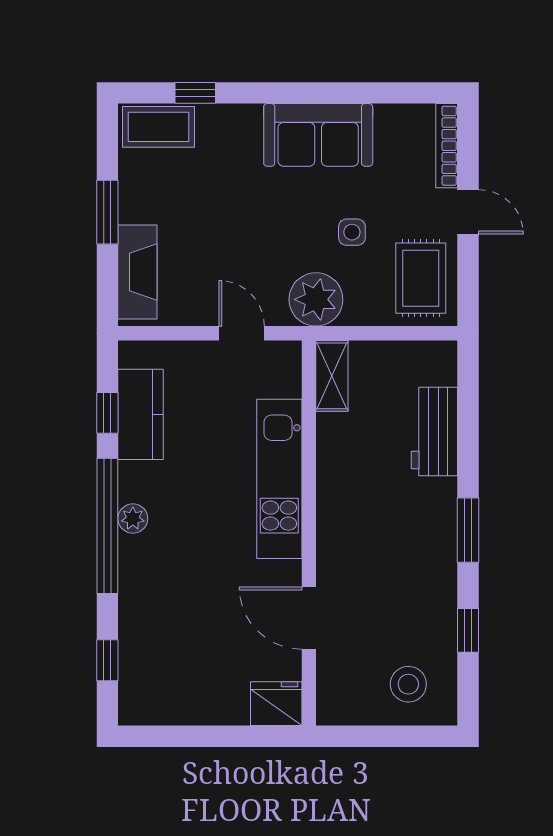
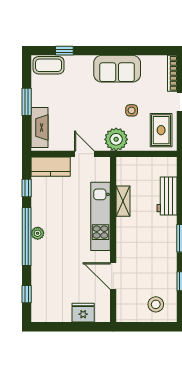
shelving: (332, 376) -> (123, 201), moved
kitchen counter: (141, 414) -> (51, 167), moved, turned 90
fridge: (276, 704) -> (83, 313), moved

